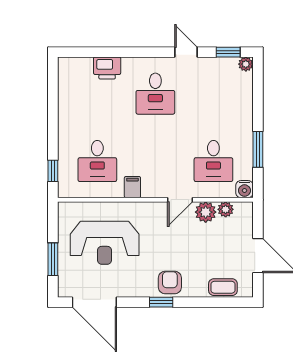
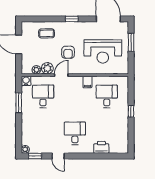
window: (53, 171) -> (131, 111), moved
reception desk: (105, 243) -> (103, 51), turned 180
armchair: (170, 282) -> (68, 52), moved
coffee table: (223, 287) -> (47, 33), moved

